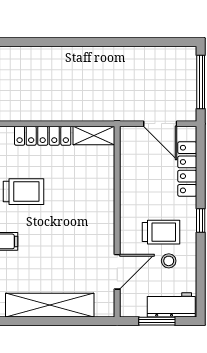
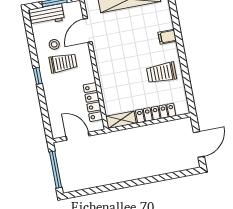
locker: (187, 169) -> (93, 102), moved, turned 180
trolley: (161, 232) -> (63, 63), turned 180

